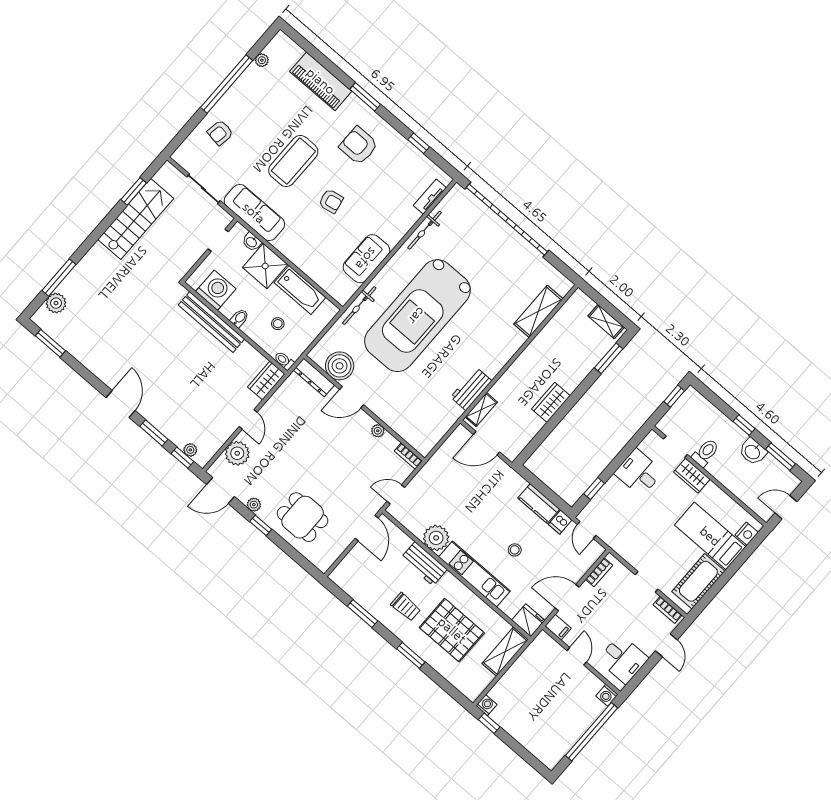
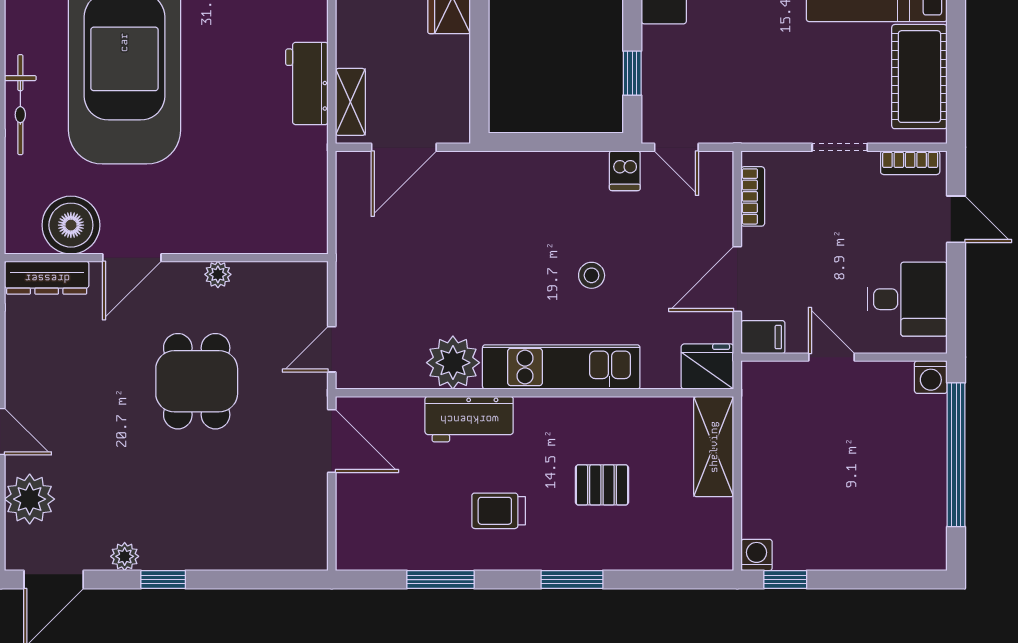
bookcase: (408, 456) -> (299, 273), removed
kitchen counter: (539, 504) -> (567, 171), removed
dining table: (303, 517) -> (197, 381), moved, turned 90
trolley: (406, 607) -> (499, 511), turned 180
pallet: (452, 630) -> (602, 485), width x0.49, depth x0.50

